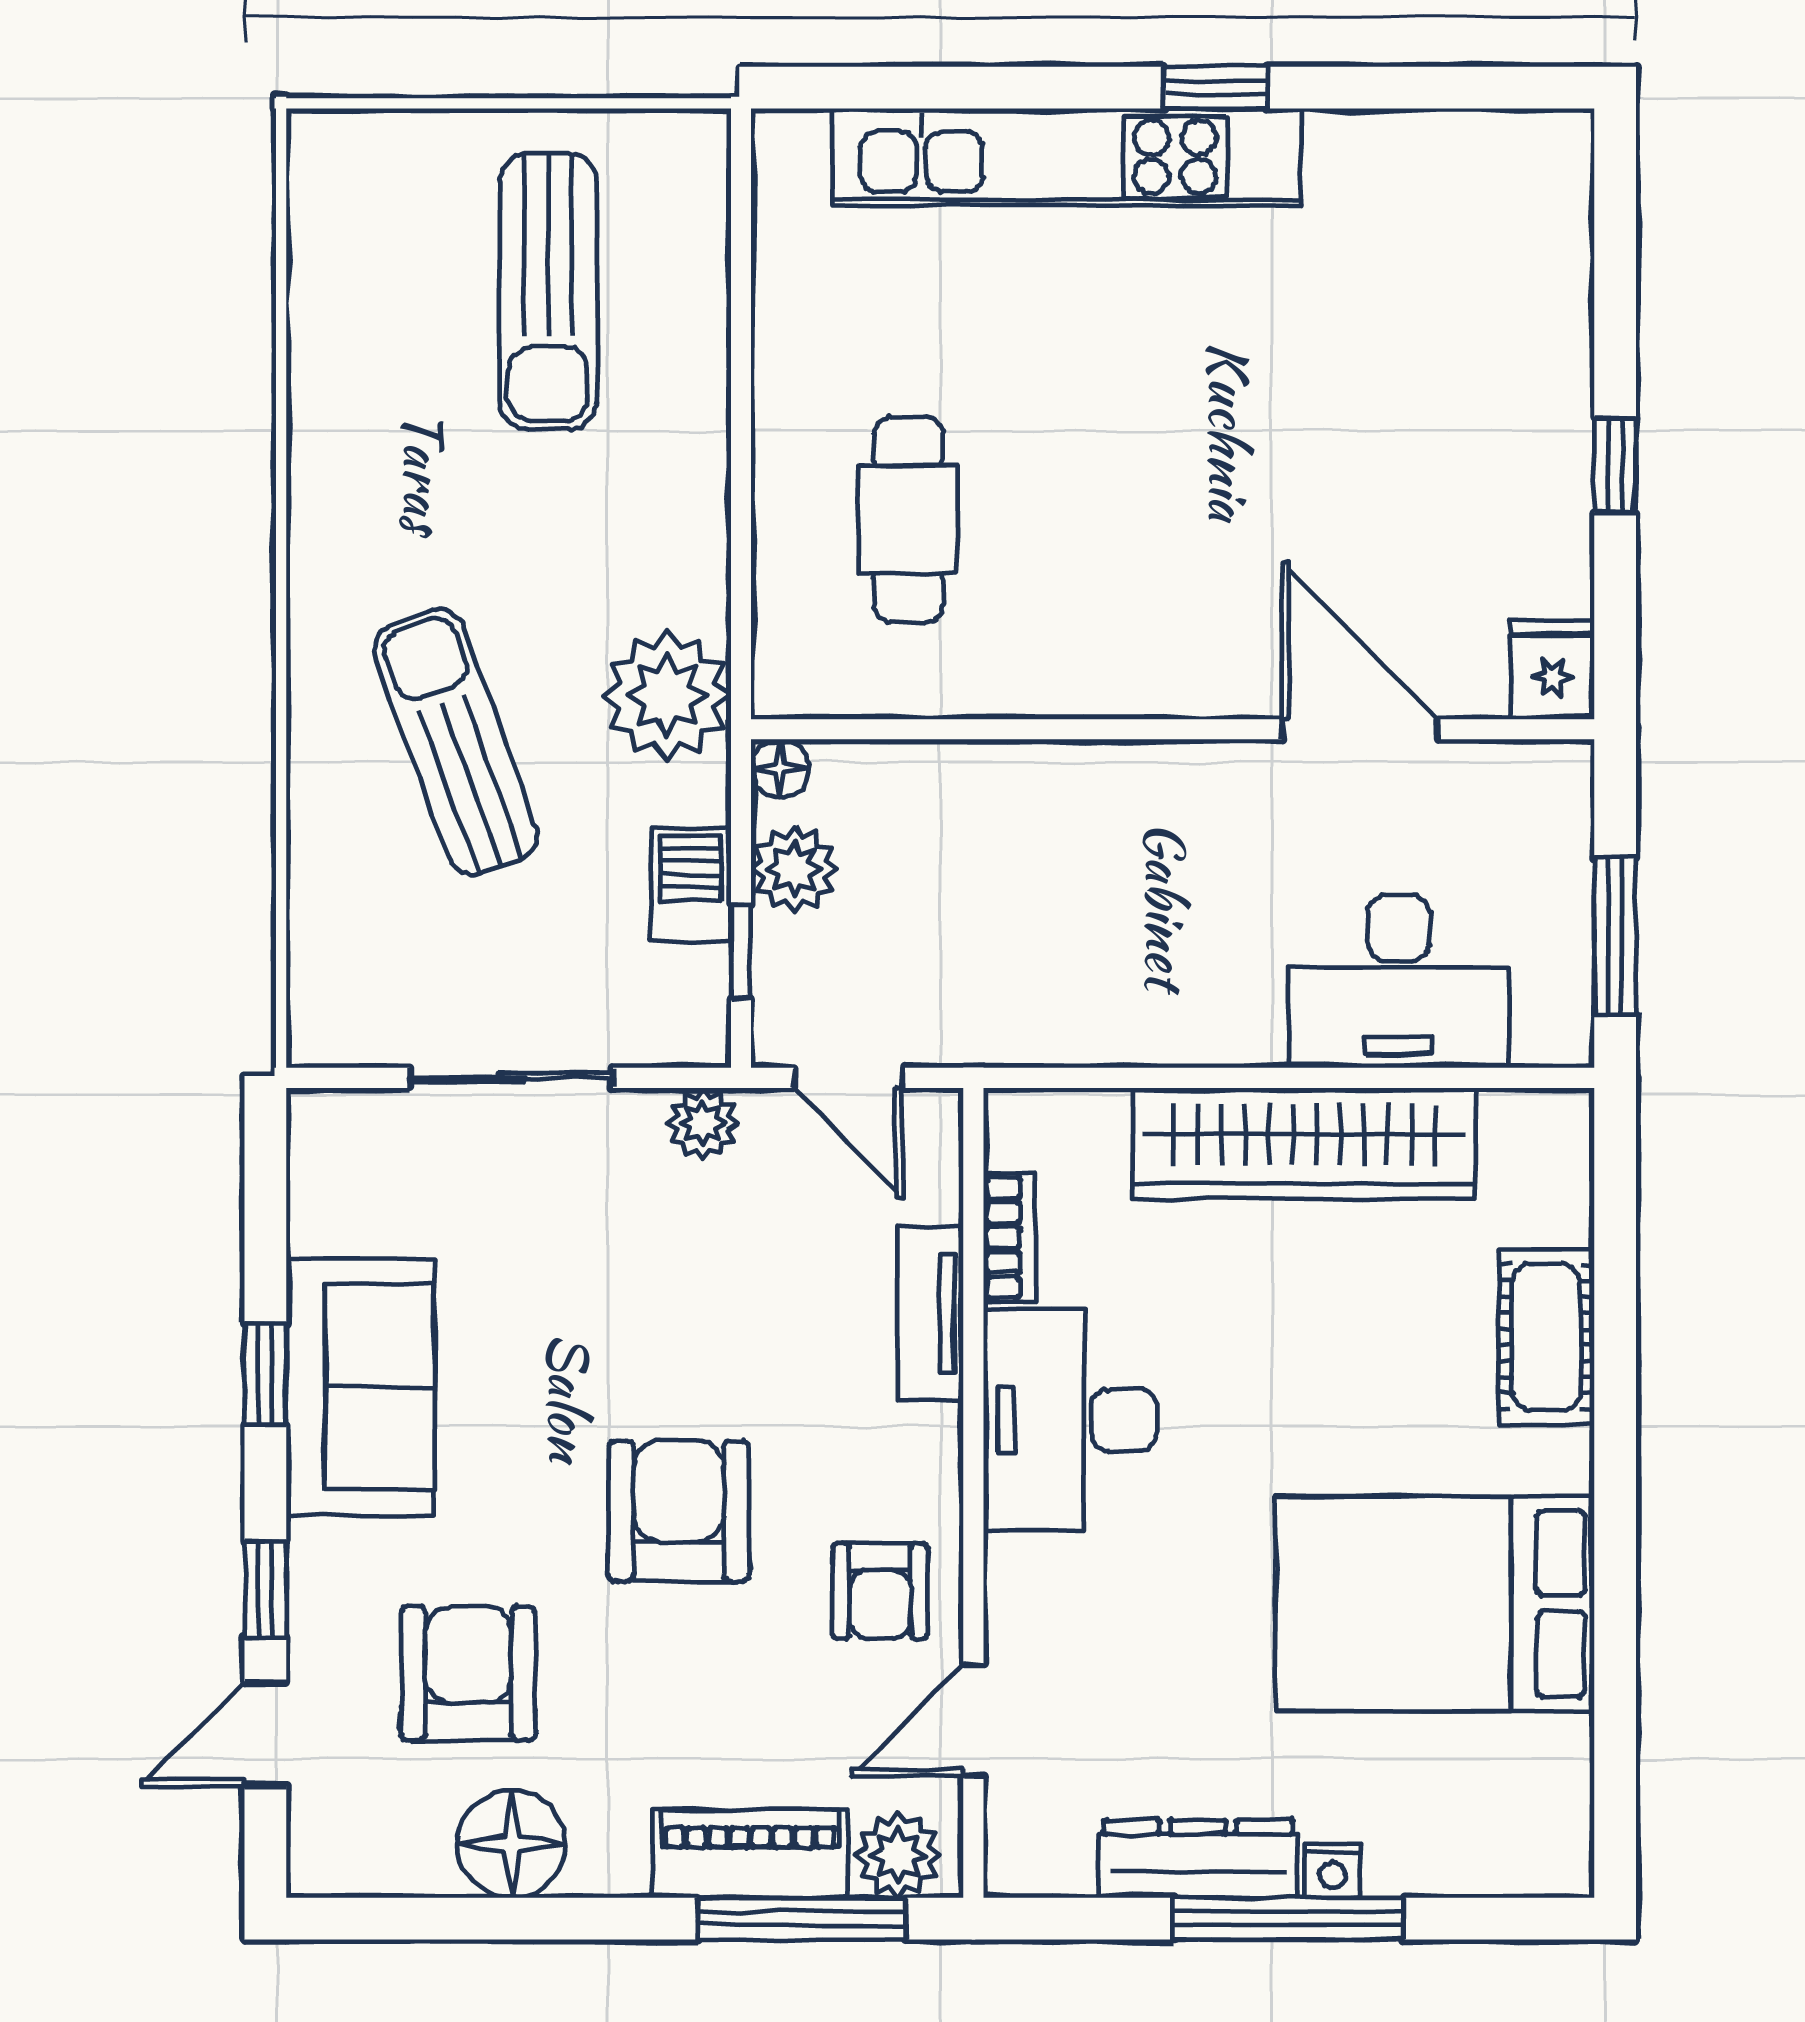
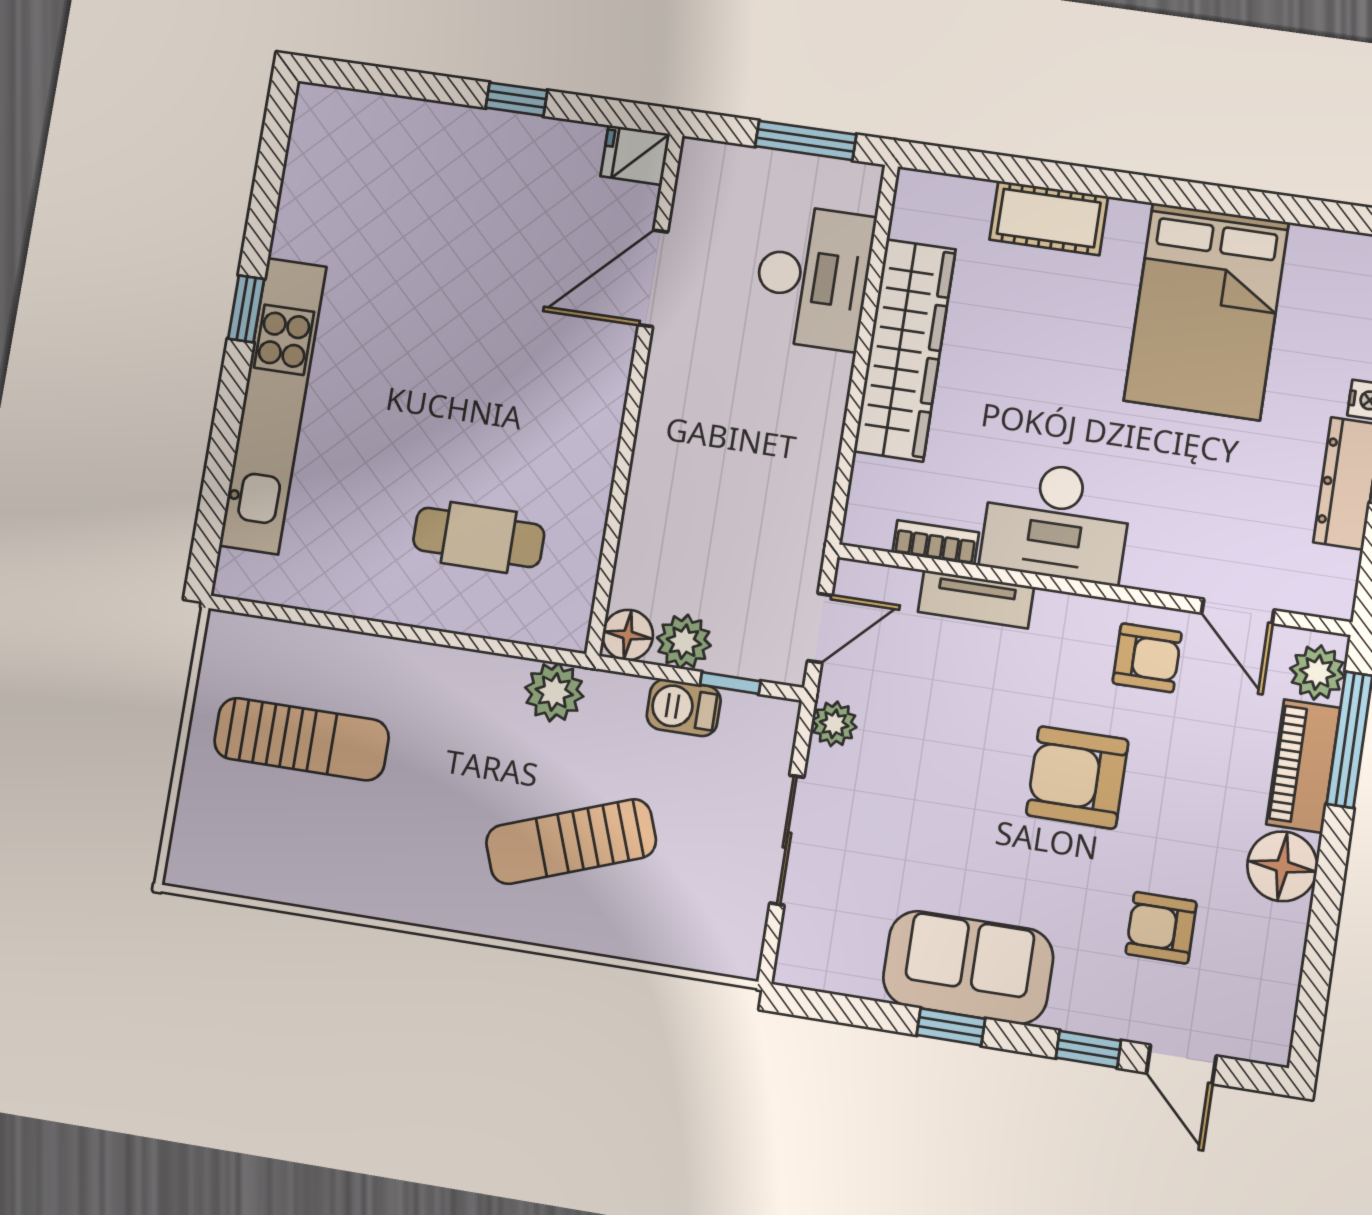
plant: (667, 695) -> (554, 692), width x0.73, depth x0.73
floor lamp: (780, 768) -> (628, 635), width x1.37, depth x1.37
armchair: (468, 1673) -> (1161, 928), width x0.72, depth x0.72
floor lamp: (511, 1844) -> (1282, 866), moved

